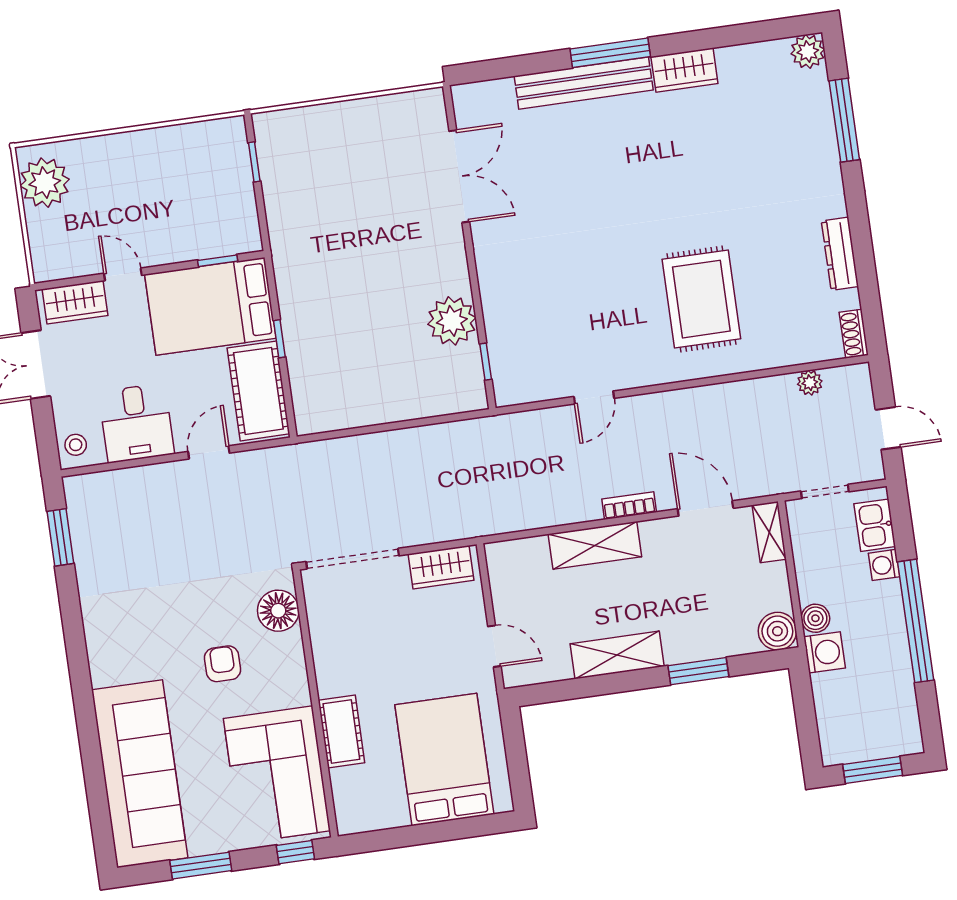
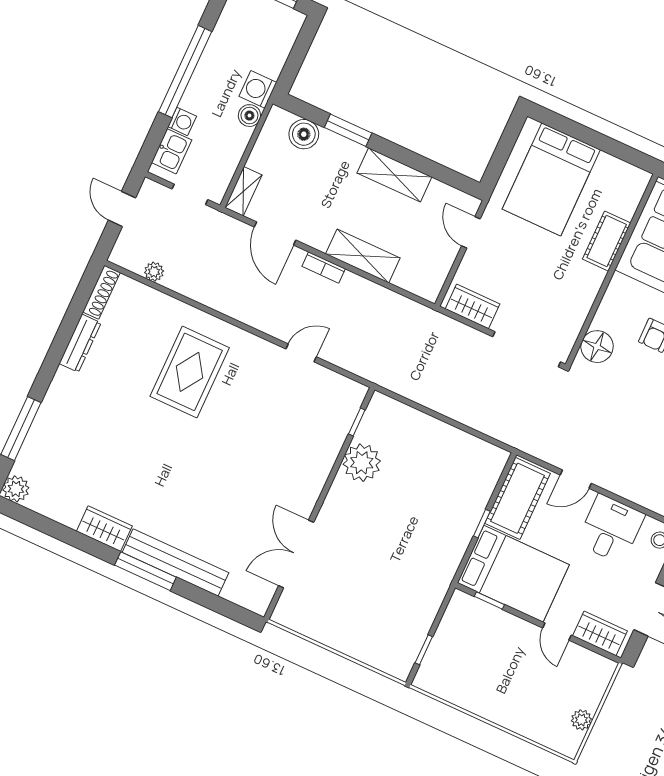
plant: (45, 183) -> (581, 720), width x0.53, depth x0.53
shoe rack: (854, 334) -> (101, 292), width x1.43
boiler: (777, 631) -> (304, 134), moved

